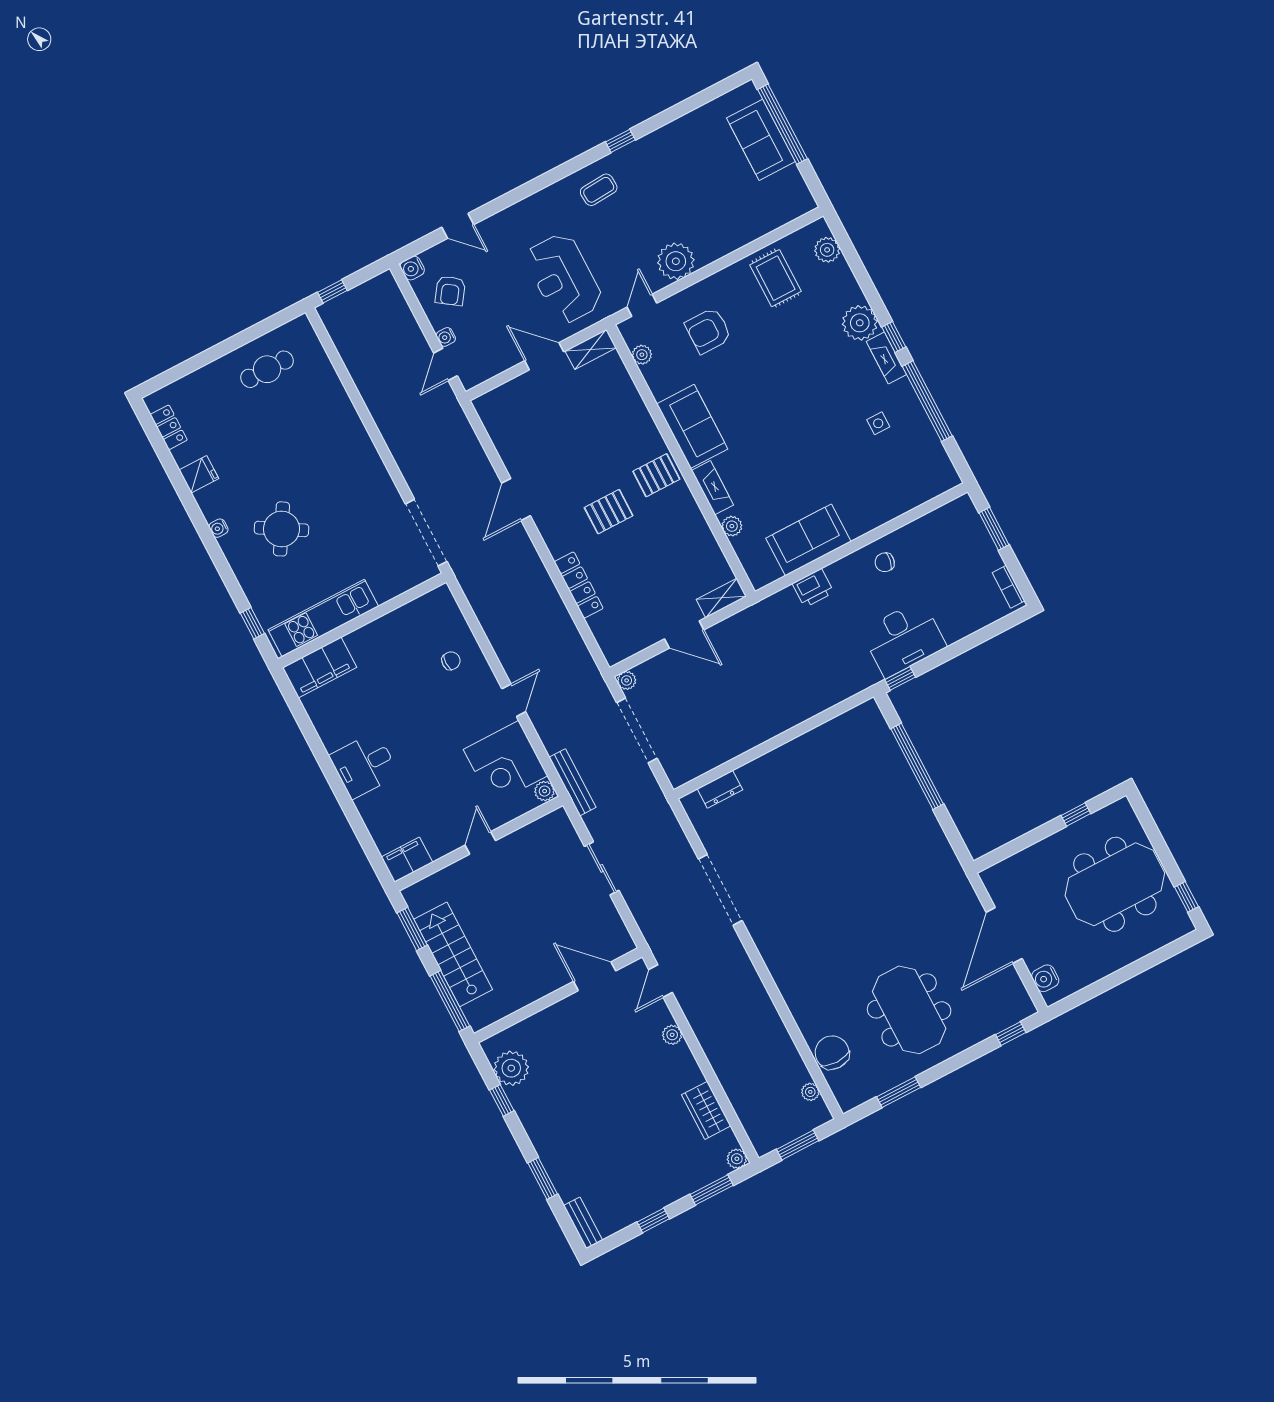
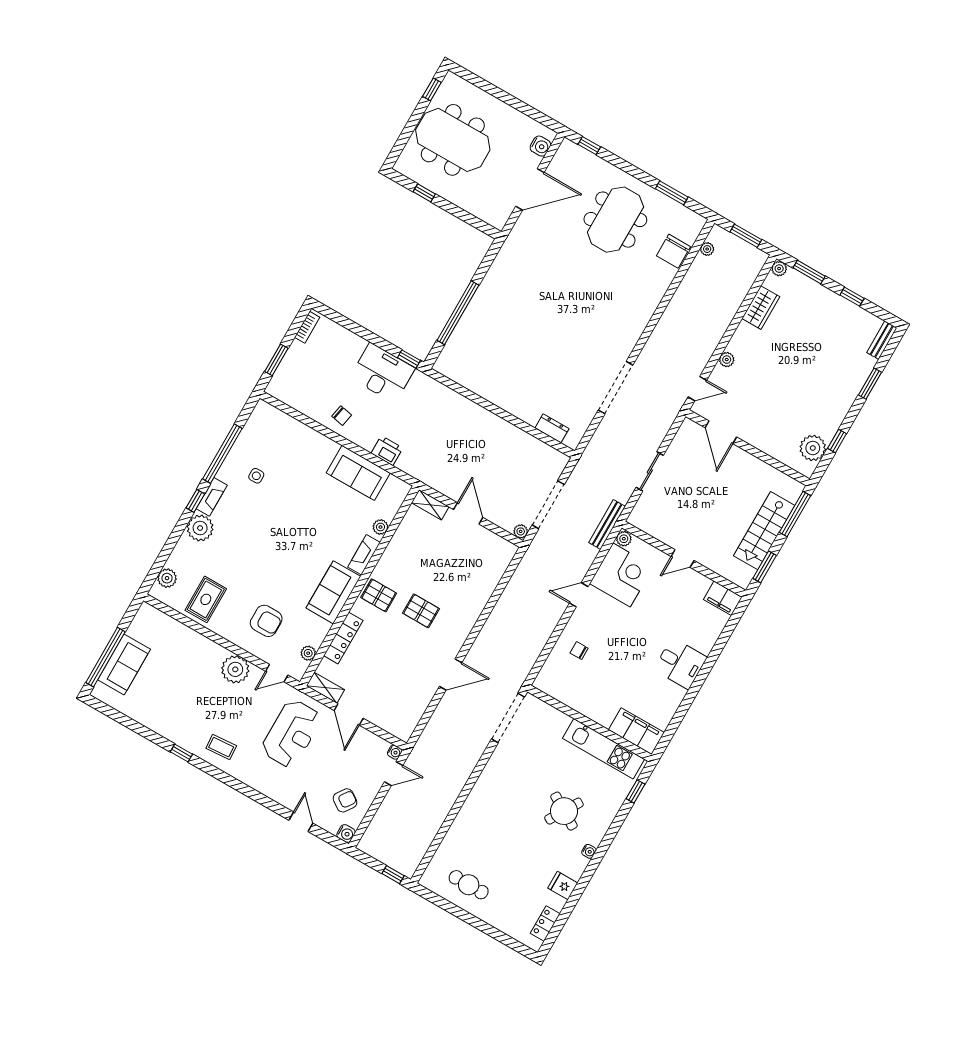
water cooler: (446, 337) -> (395, 752), moved
locker: (579, 585) -> (343, 638), moved, turned 180

